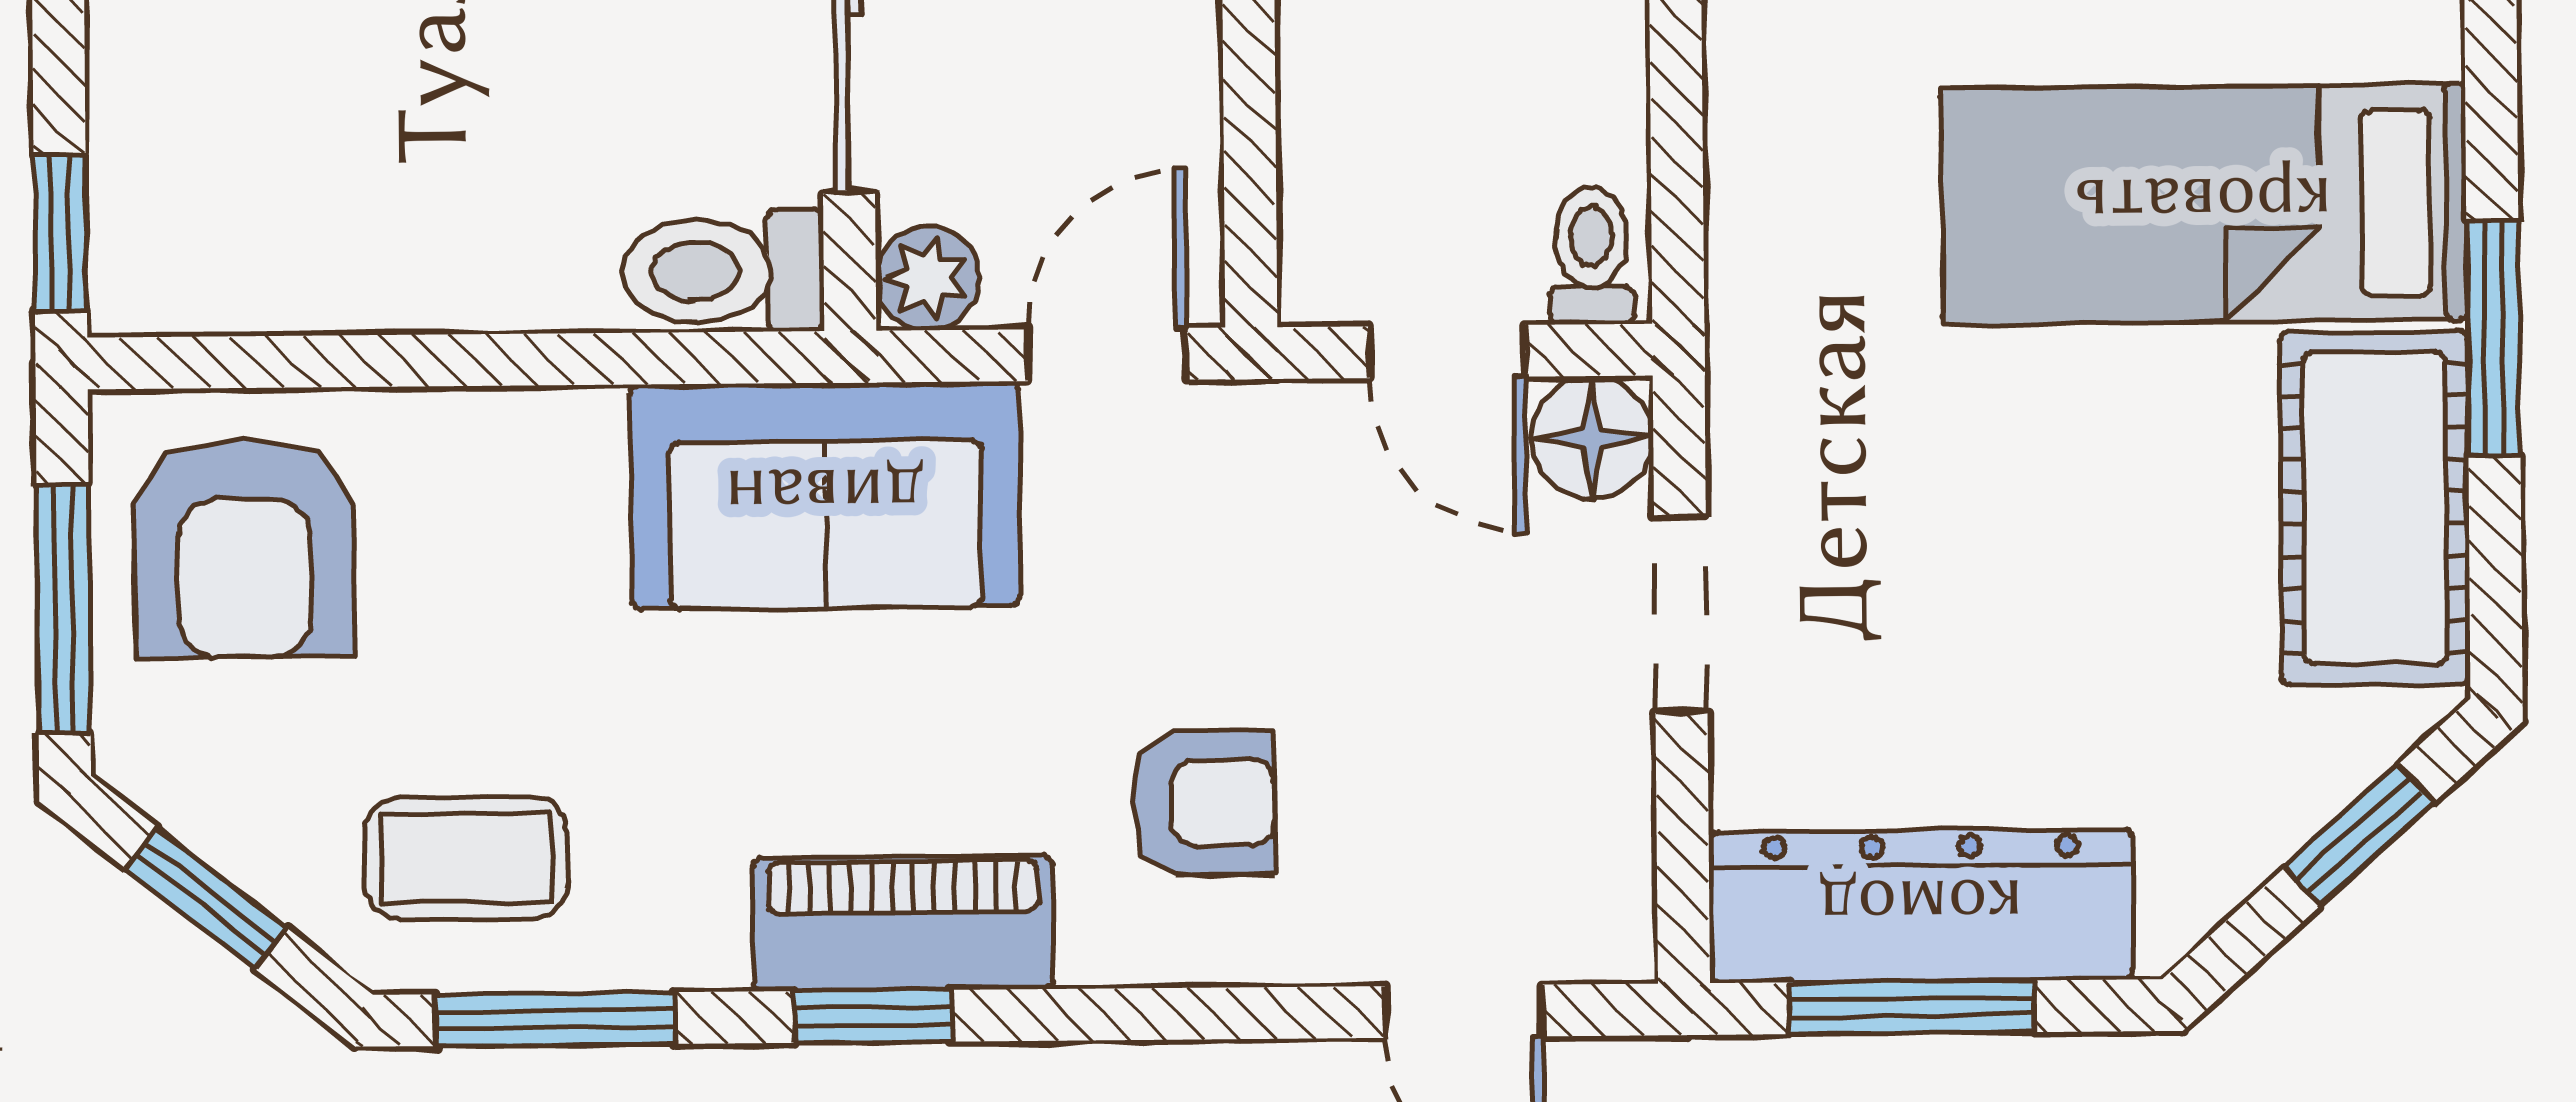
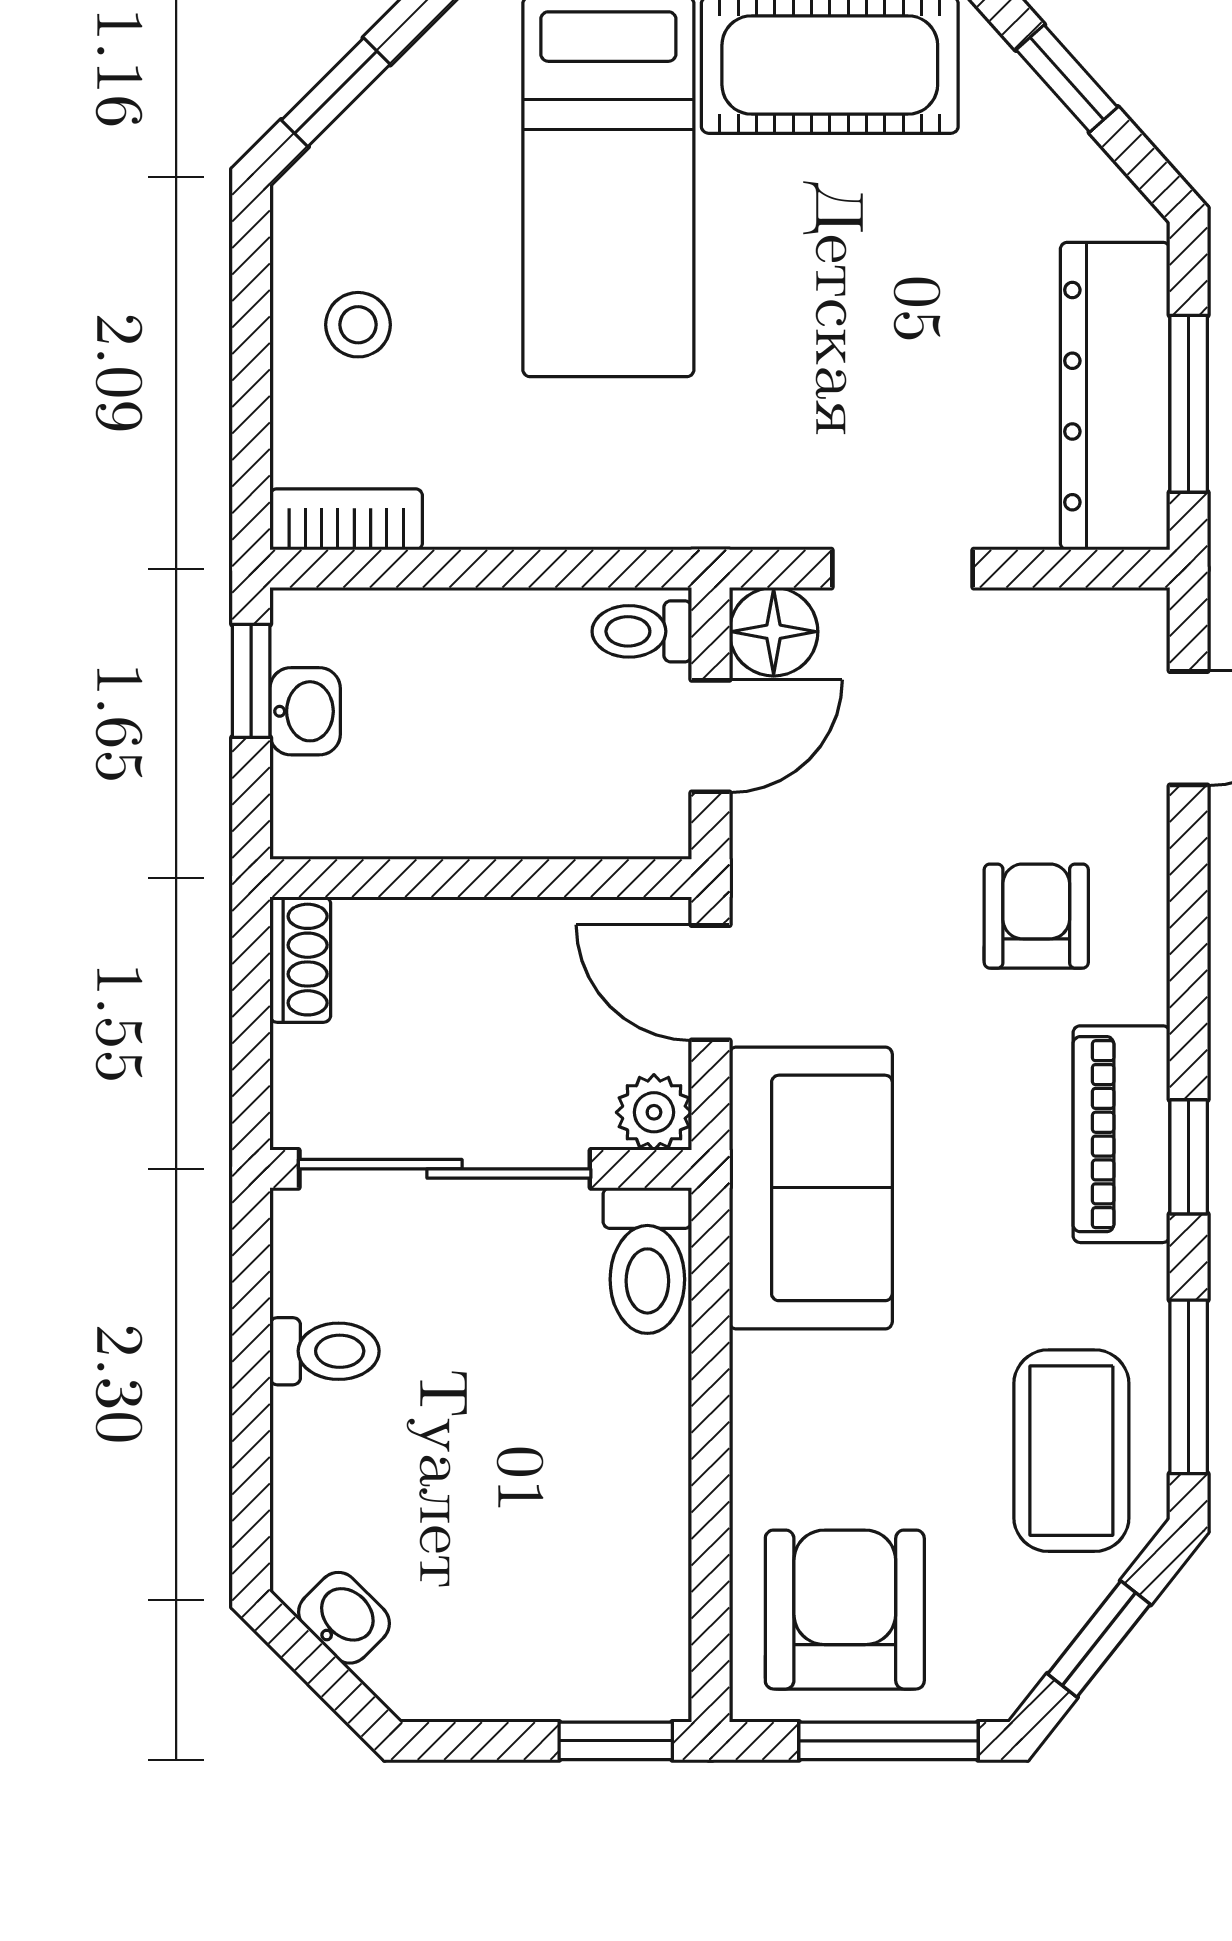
armchair: (244, 547) -> (845, 1610), turned -90
coffee table: (466, 858) -> (1071, 1451), width x1.36, depth x1.30

